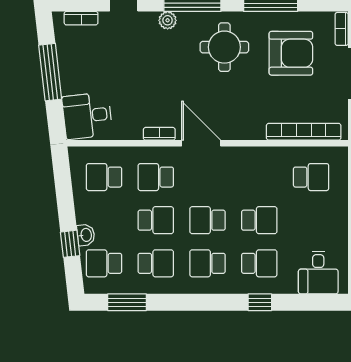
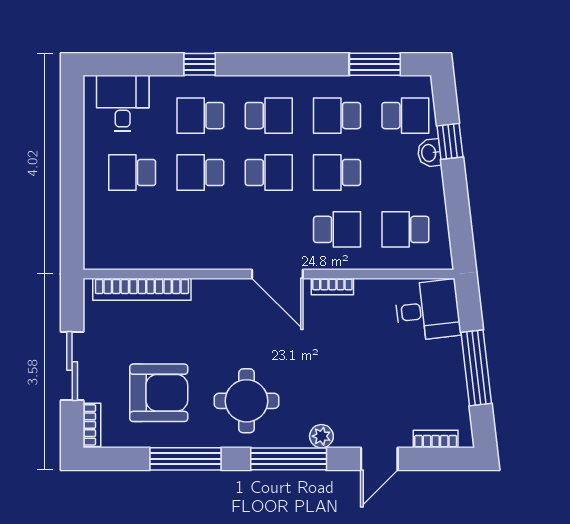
armchair: (291, 53) -> (159, 393), turned 180
school desk: (104, 177) -> (405, 229), turned 180
school desk: (311, 177) -> (132, 172), moved

